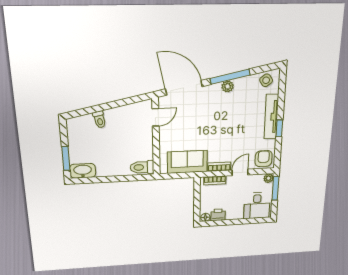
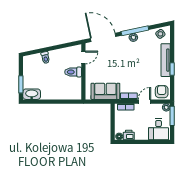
toilet: (142, 167) -> (73, 72), moved

